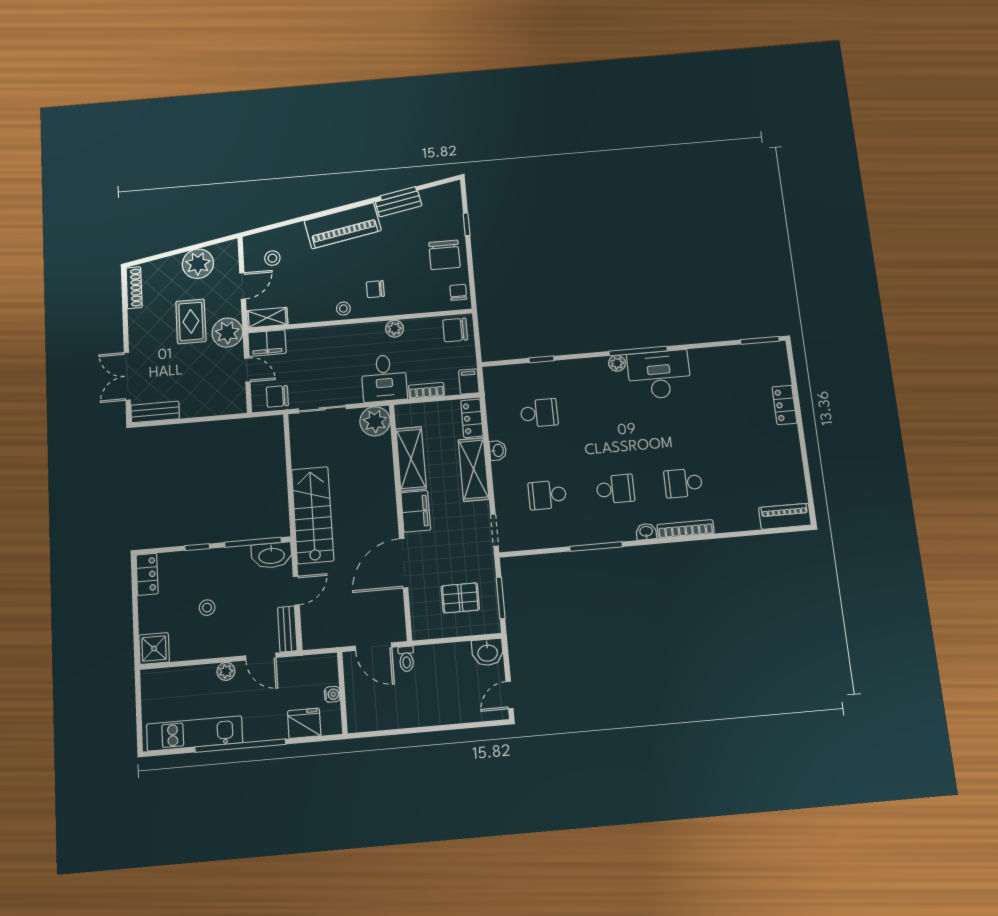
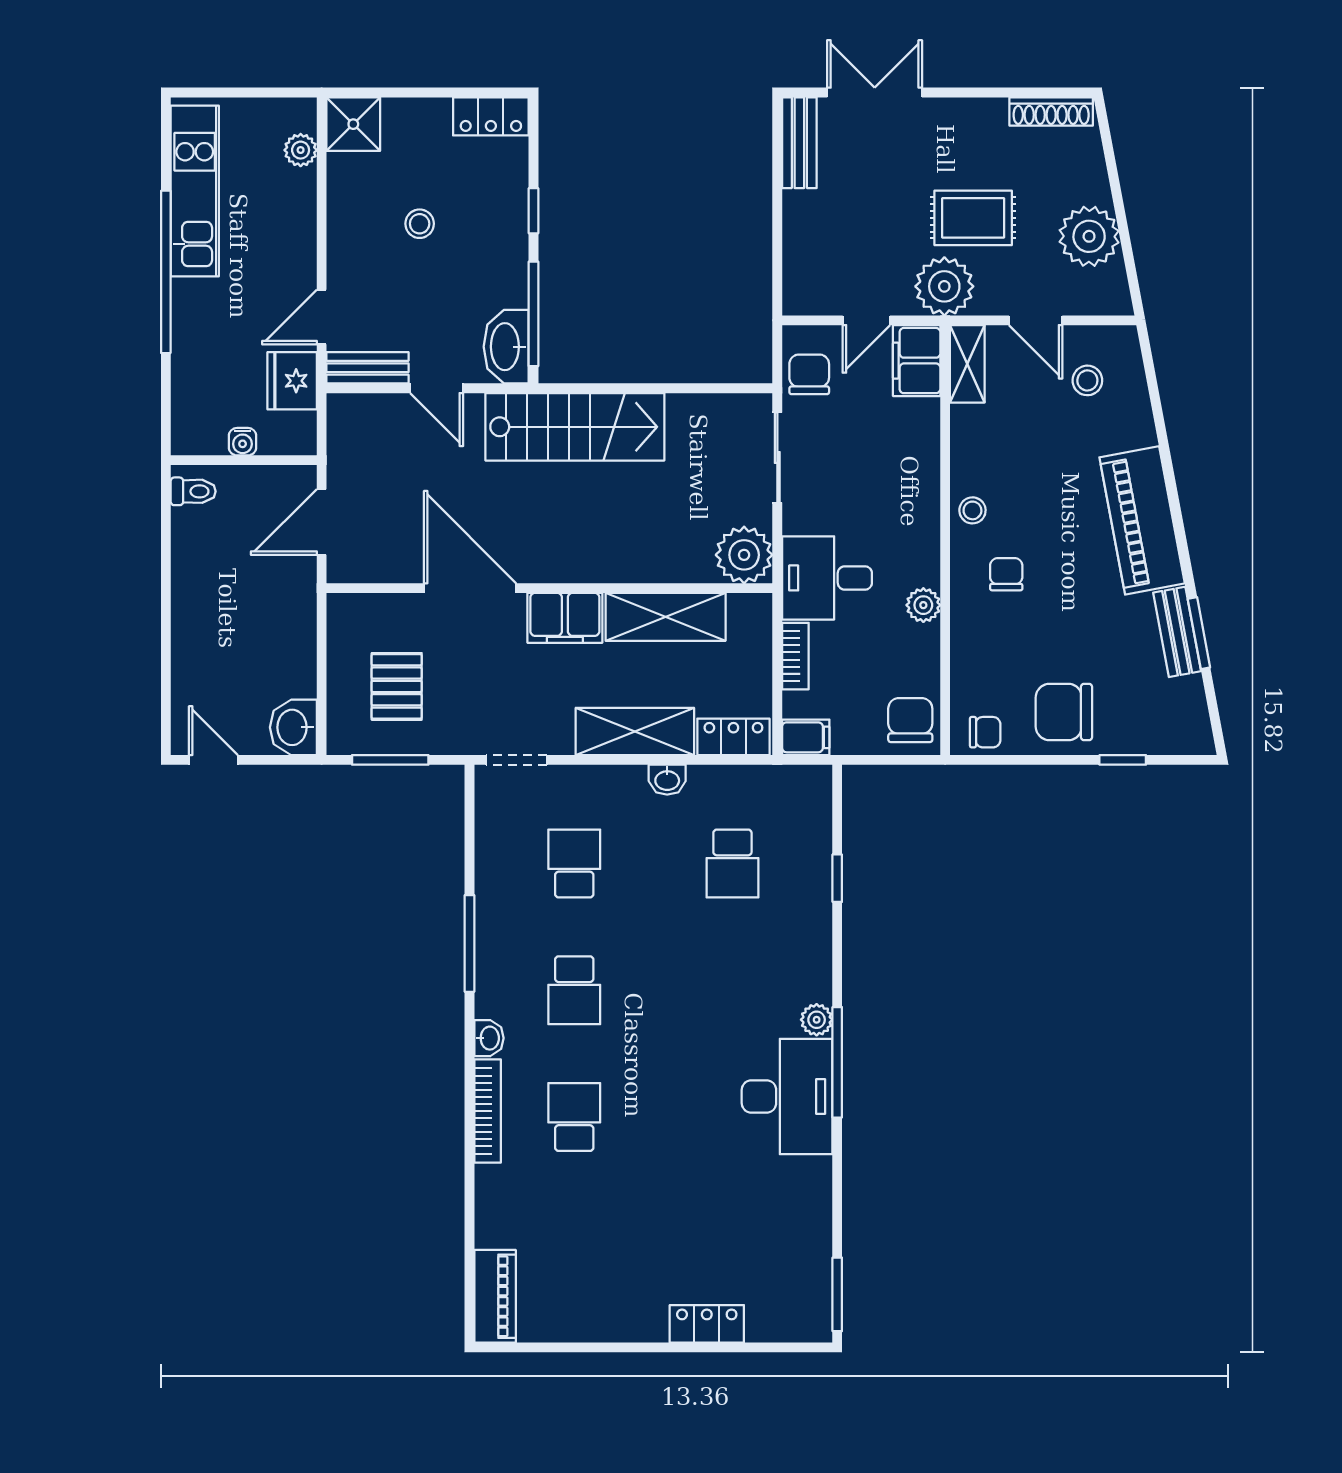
toilet: (406, 659) -> (193, 491), moved, turned 180
plant: (226, 671) -> (301, 150), moved
fridge: (304, 723) -> (292, 381), moved, turned 180

